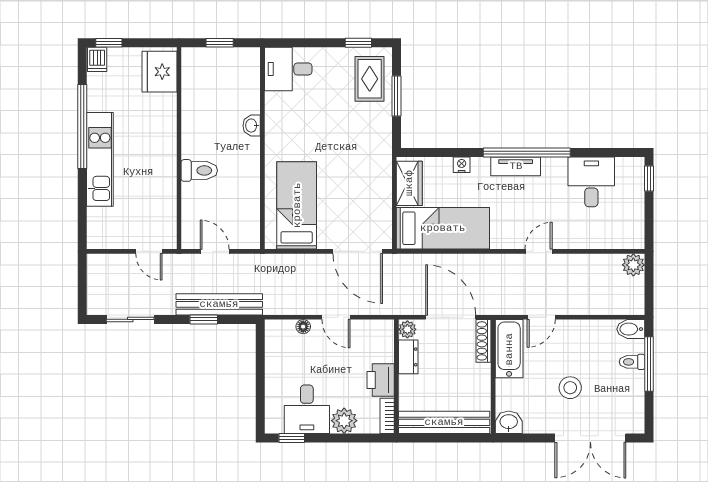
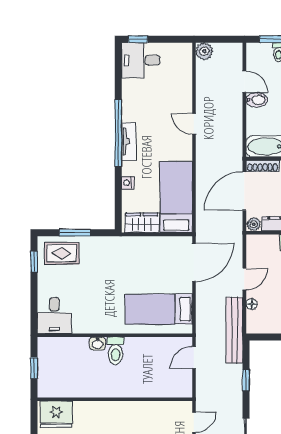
toilet: (199, 170) -> (115, 351), moved, turned 180
desk: (591, 182) -> (141, 60), moved
door: (215, 251) -> (194, 358), moved
bench: (219, 304) -> (235, 330), moved
door: (541, 317) -> (244, 82), moved
bidet: (631, 329) -> (257, 100), moved, turned -90

